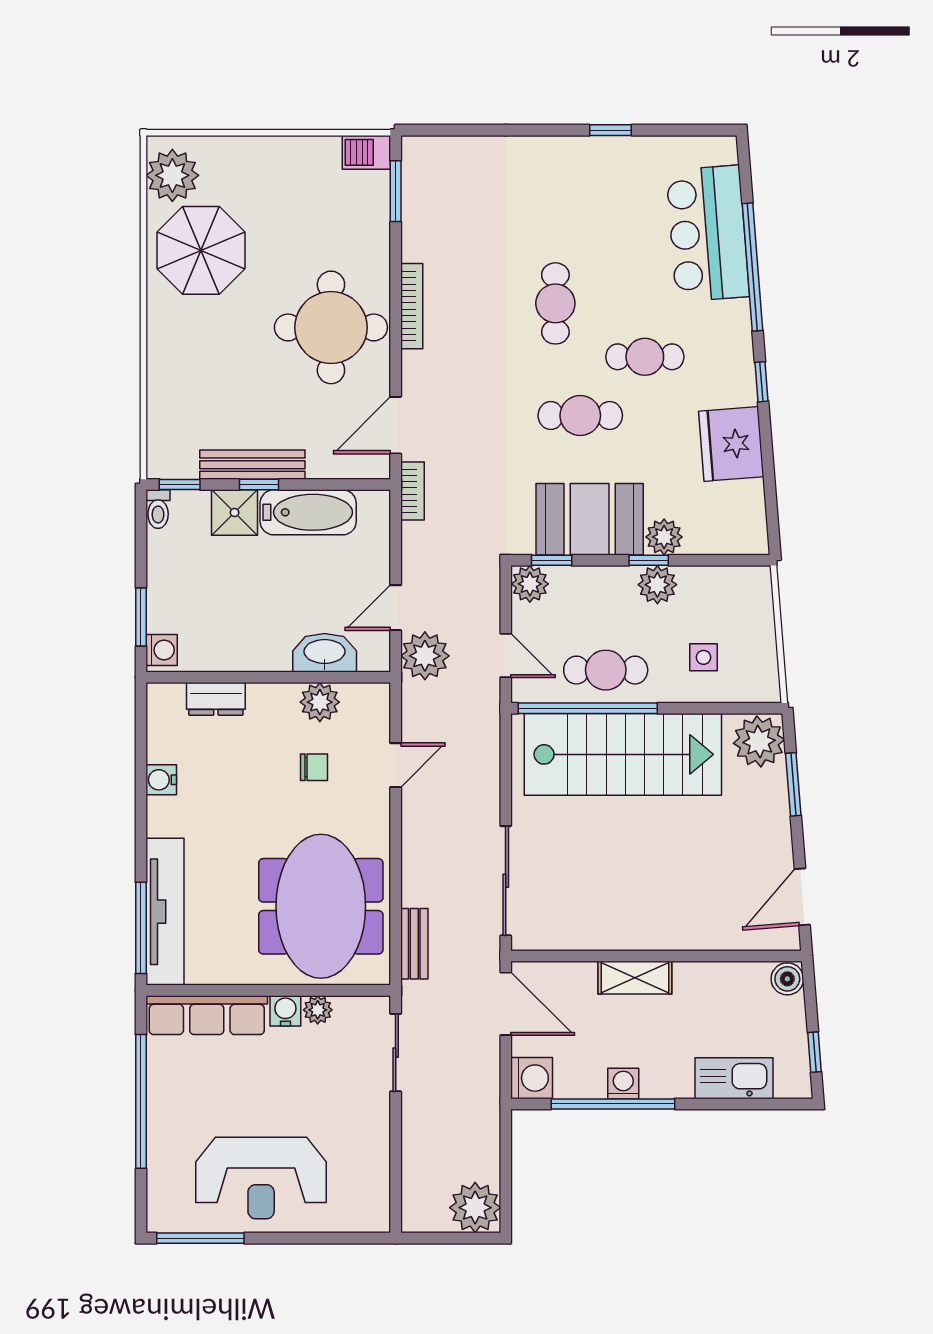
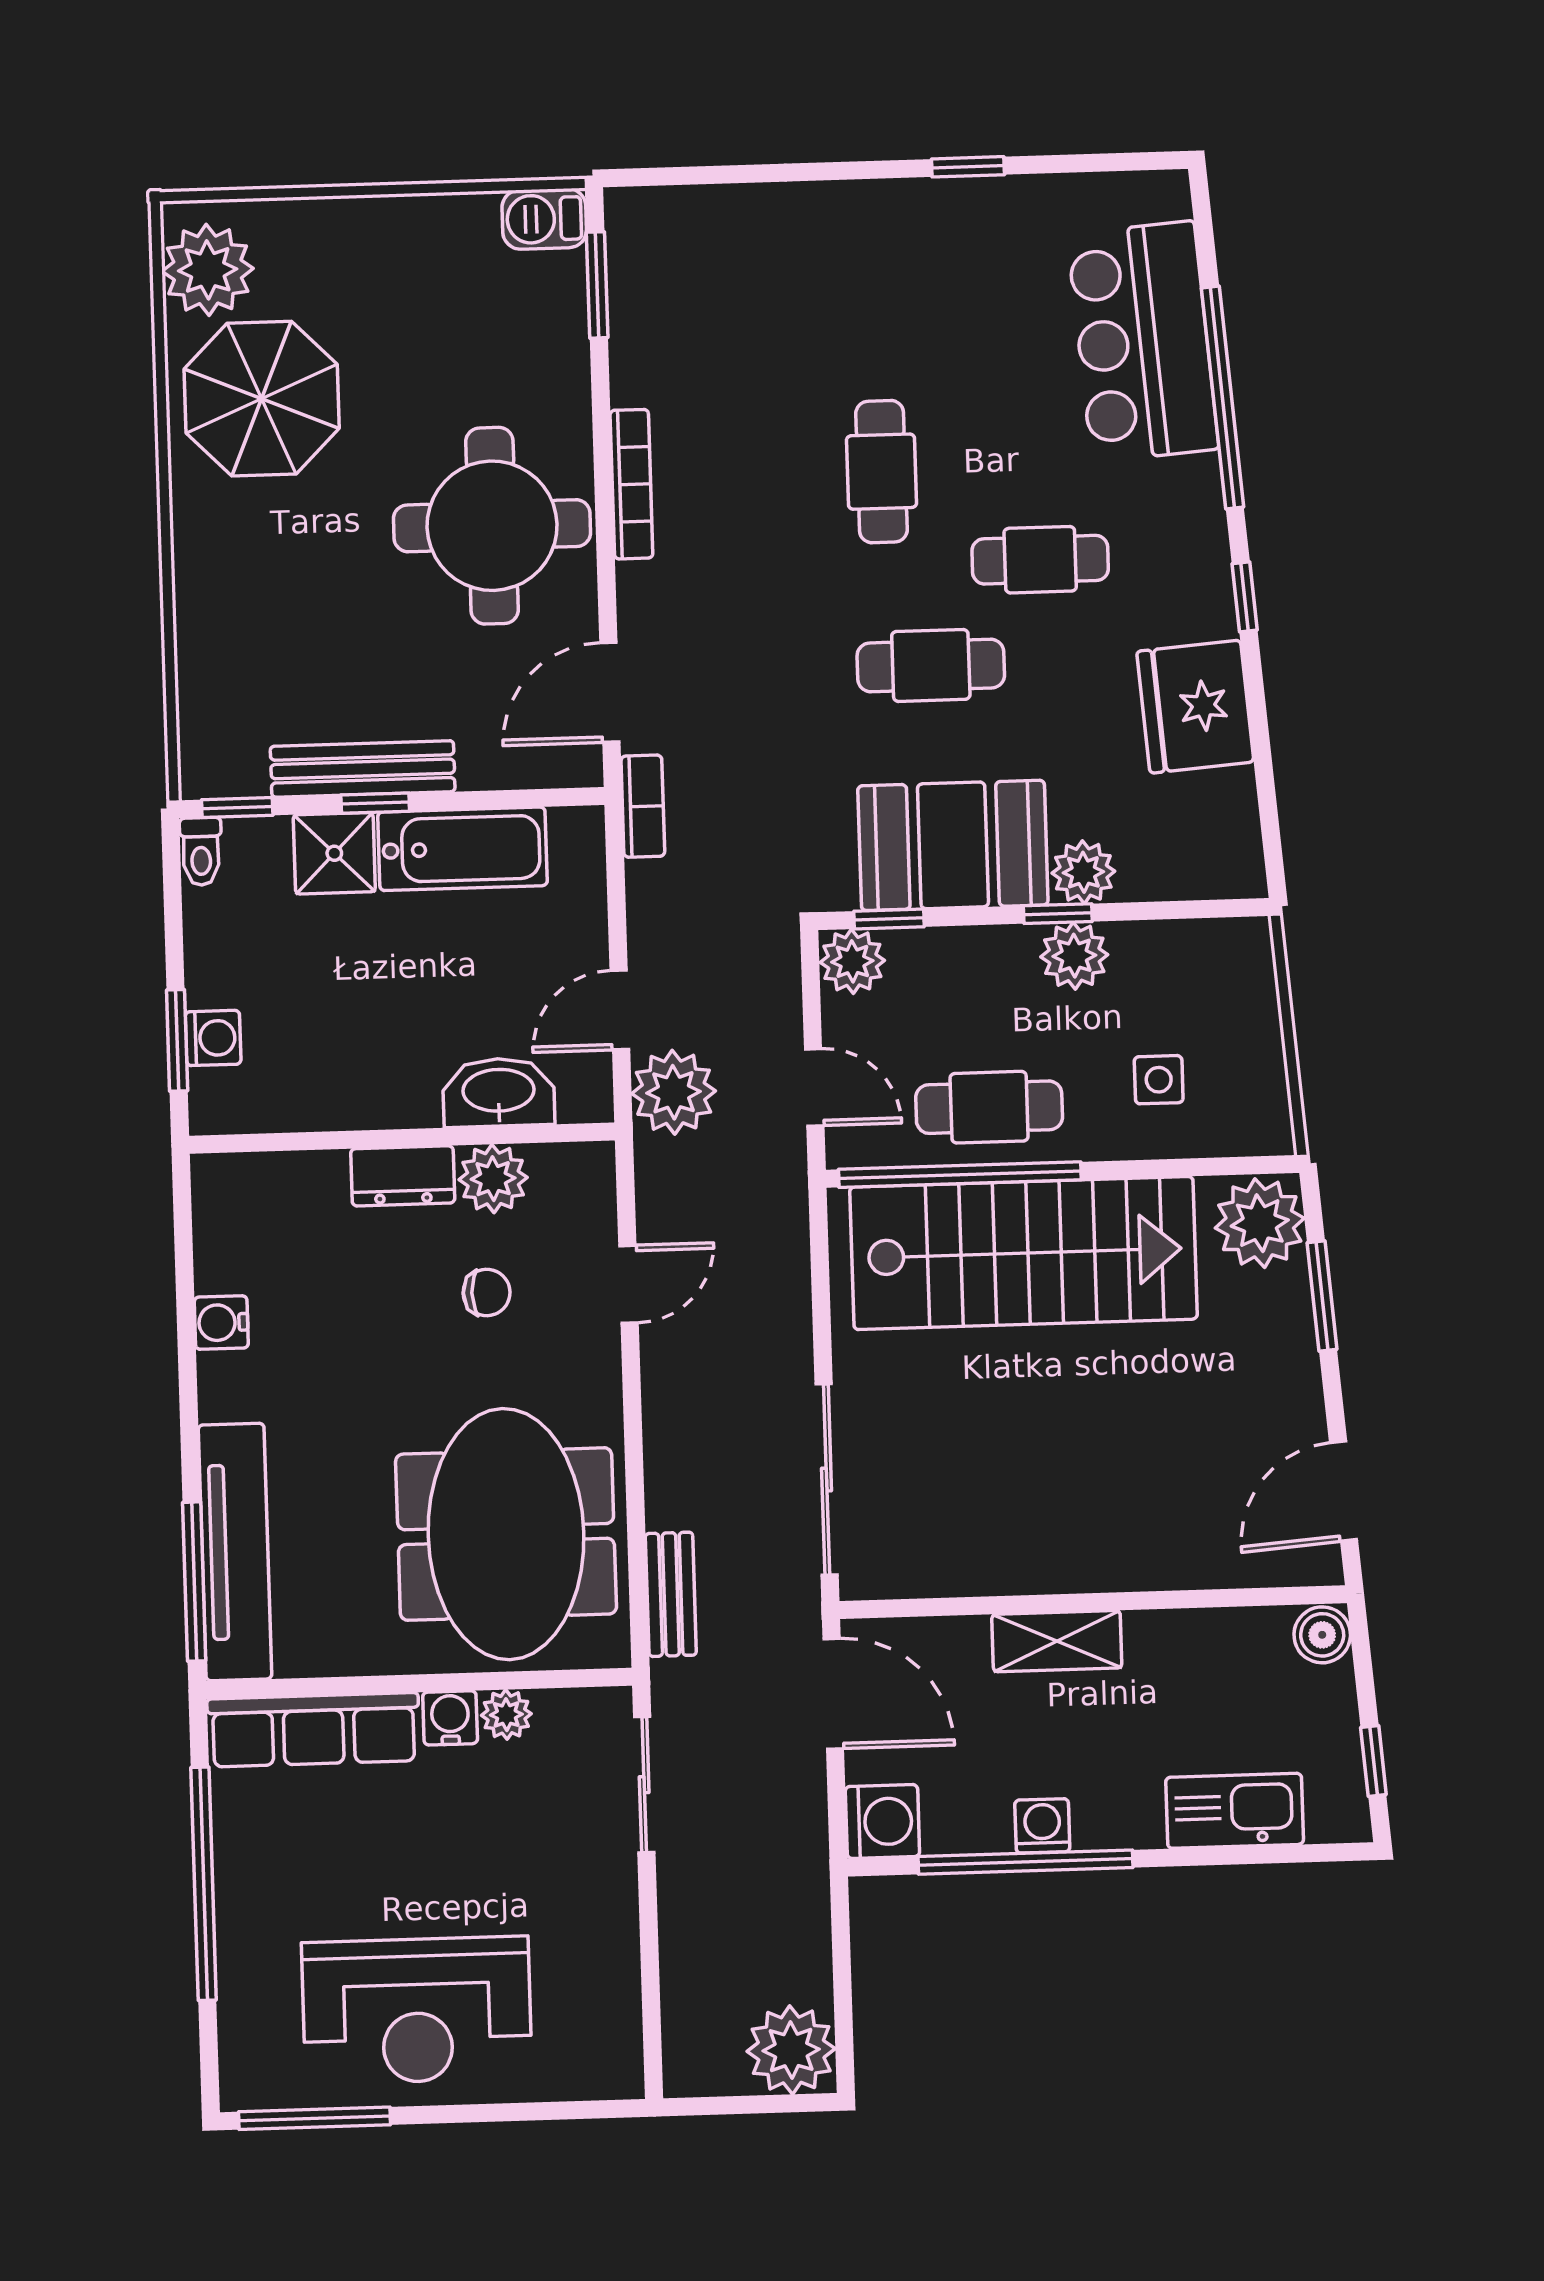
washing machine: (162, 650) -> (213, 1038), moved
dresser: (216, 699) -> (403, 1176), moved

